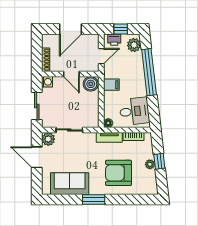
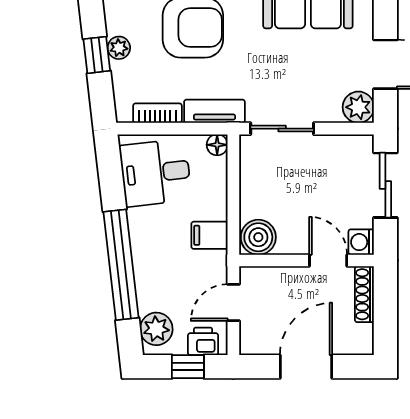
door: (71, 74) -> (328, 261), moved
sliding door: (69, 130) -> (282, 129), moved

